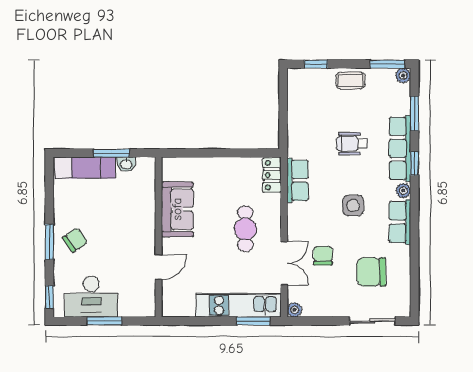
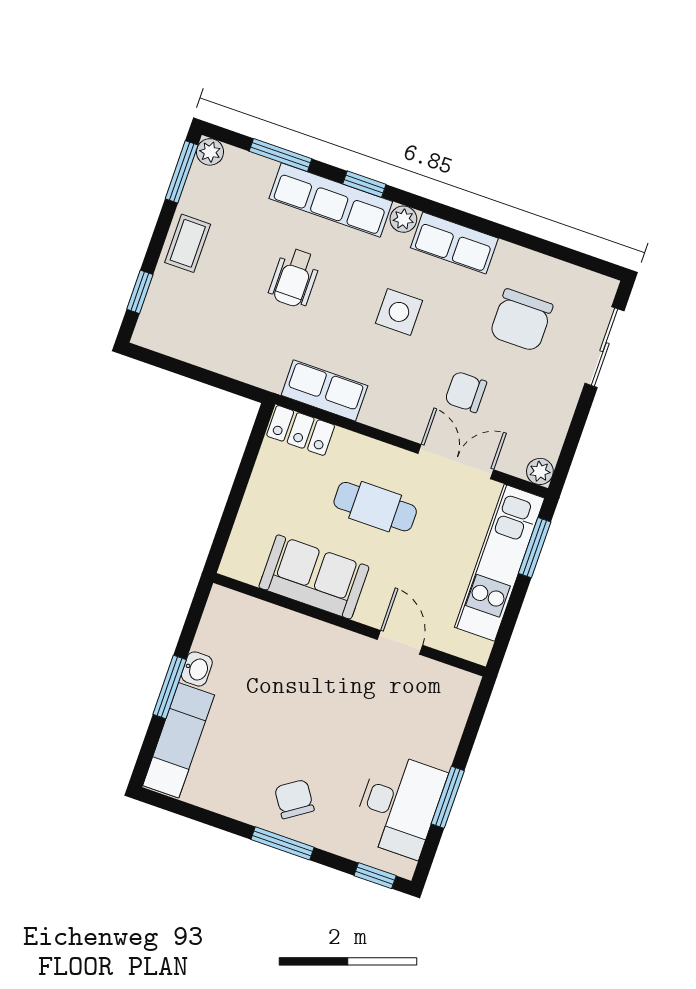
sofa: (177, 209) -> (314, 577), moved
wall: (159, 237) -> (350, 625), moved
door: (159, 267) -> (400, 642), moved

